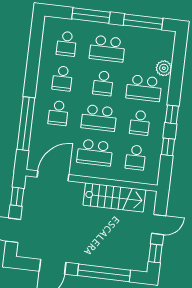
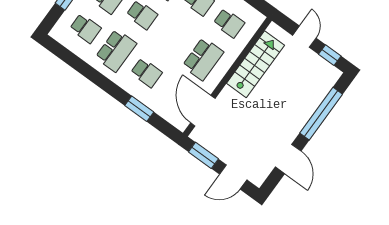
school desk: (62, 78) -> (116, 51), width x1.85
school desk: (99, 118) -> (172, 37), removed
window: (26, 124) -> (139, 109), width x0.47
window: (17, 197) -> (203, 155), width x1.50

